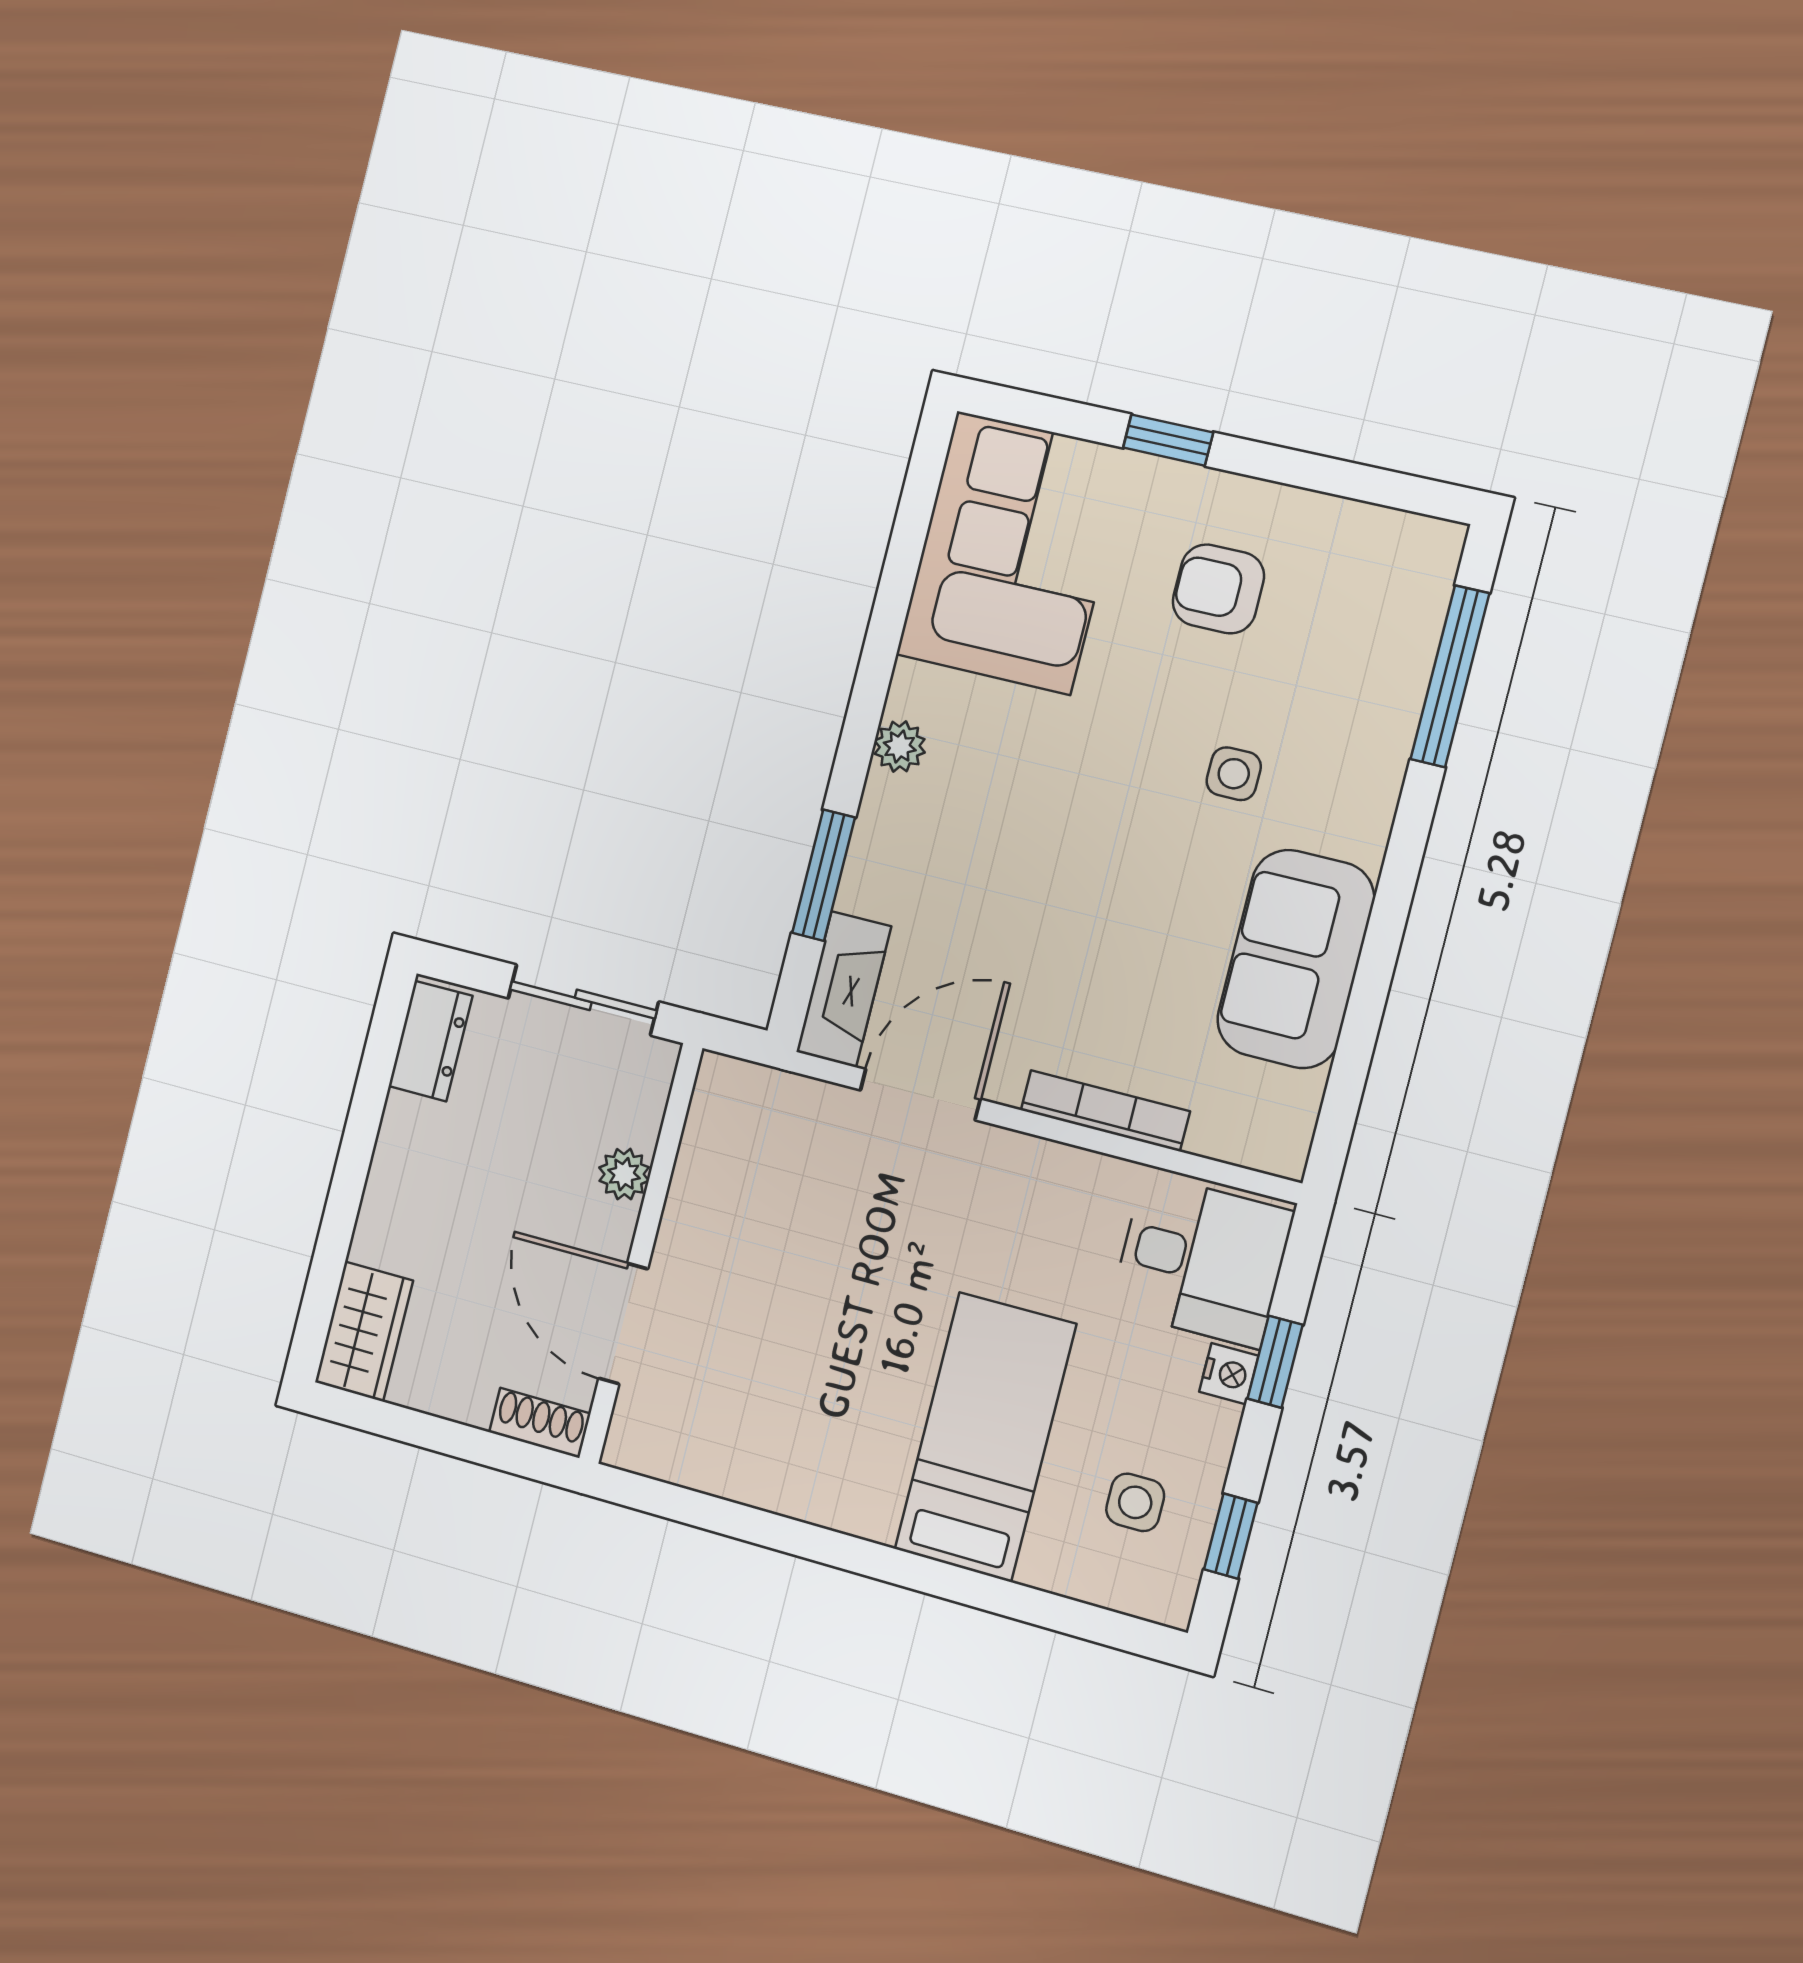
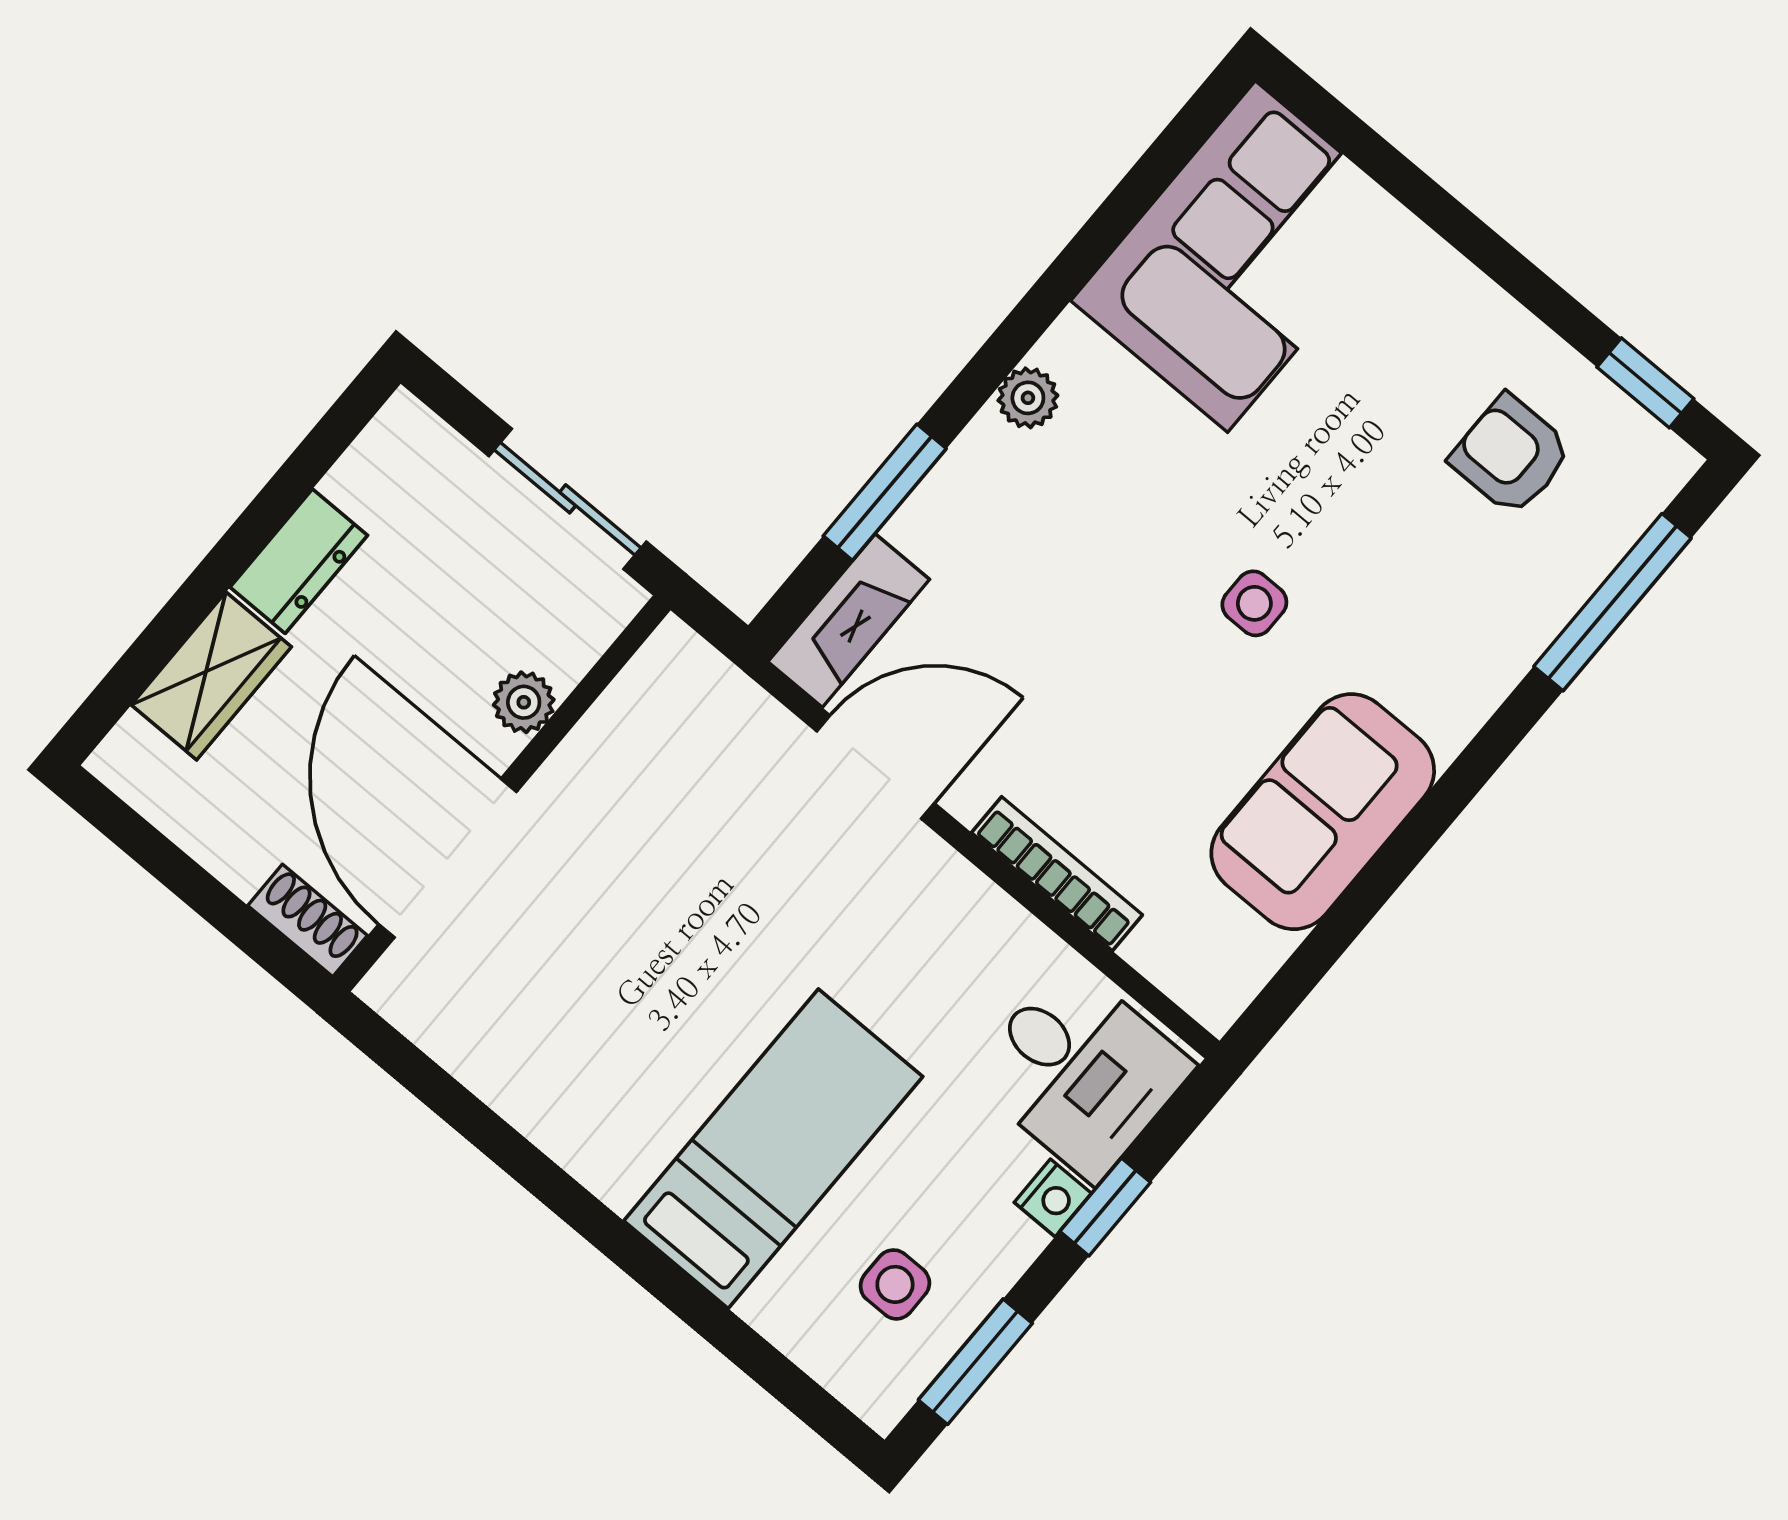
window: (1168, 440) -> (1645, 383), moved
armchair: (1218, 589) -> (1511, 455), moved
side table: (1234, 774) -> (1254, 603), moved
dresser: (431, 1041) -> (299, 561), moved
door: (623, 1324) -> (448, 858), width x1.36
wardrobe: (364, 1331) -> (211, 676), moved
window: (1231, 1536) -> (975, 1362), width x1.50

